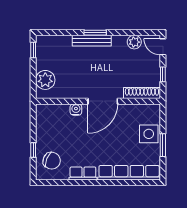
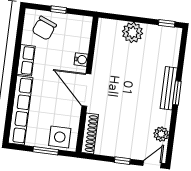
shoe rack: (142, 93) -> (90, 133), moved
wall: (98, 101) -> (87, 85), moved
door: (103, 101) -> (86, 90), moved
water cooler: (76, 110) -> (81, 60), moved

